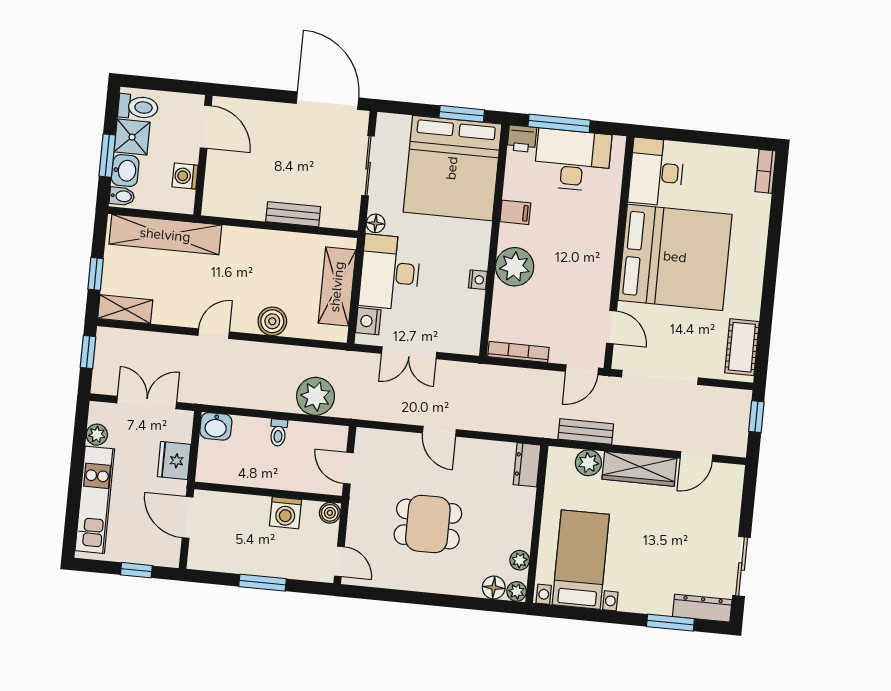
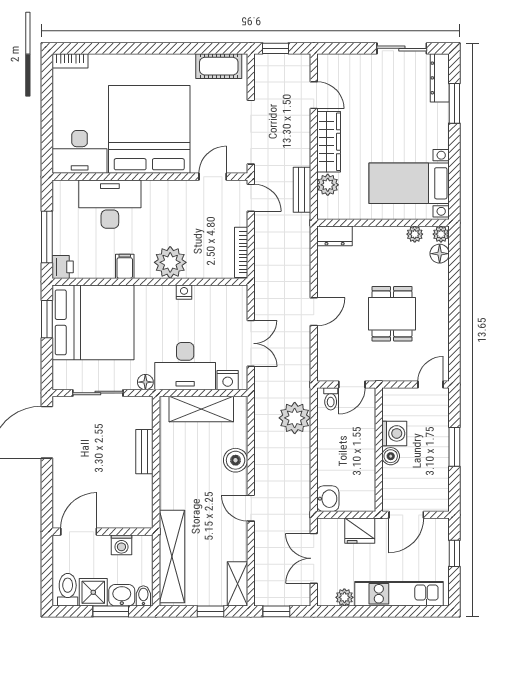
desk: (573, 160) -> (110, 204), moved, turned 90
toilet: (278, 433) -> (331, 399), moved, turned 90
boiler: (330, 513) -> (391, 456), moved

